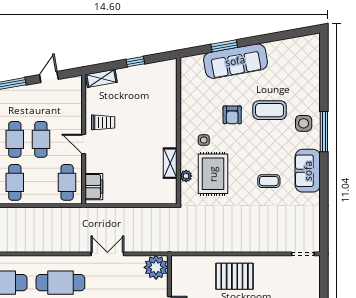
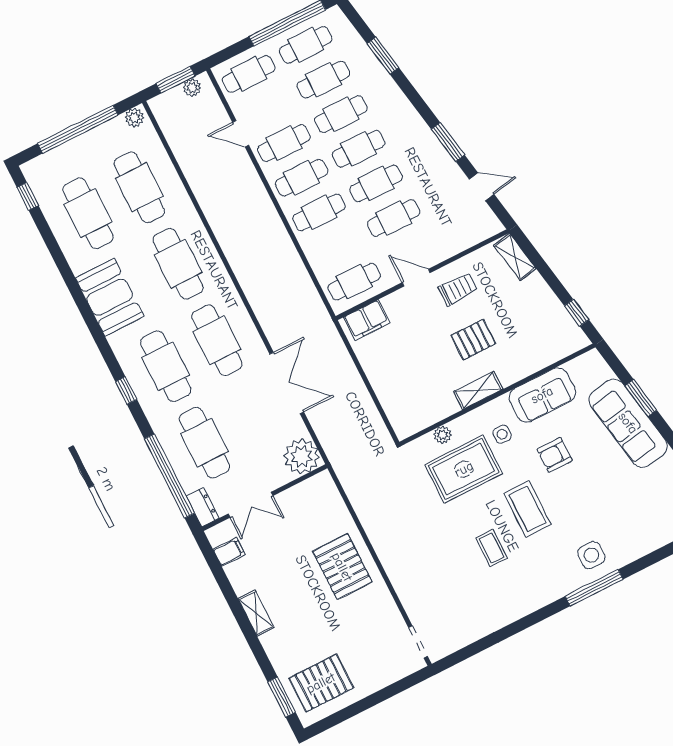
window: (135, 62) -> (577, 313), moved
coffee table: (270, 110) -> (527, 509), moved
trolley: (103, 122) -> (458, 289), turned -90
pallet: (138, 128) -> (473, 340), added
door: (84, 144) -> (416, 278), hinge flipped
shelving: (170, 163) -> (478, 390), moved
sofa: (308, 171) -> (542, 395), moved, turned 180
double door: (107, 254) -> (287, 383), width x1.37

